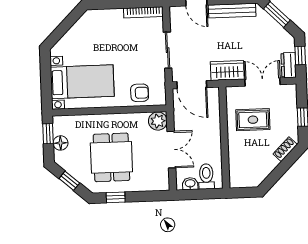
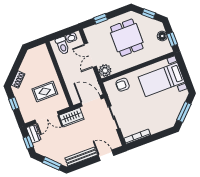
window: (66, 25) -> (184, 112), added
window: (116, 197) -> (101, 19), moved

